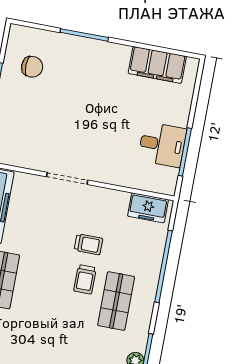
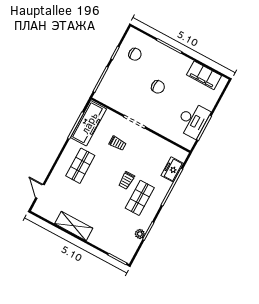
chair: (87, 108) -> (158, 87), added
desk: (162, 145) -> (193, 120), width x1.37
freezer: (148, 208) -> (172, 169), moved, turned 90
trolley: (88, 244) -> (118, 143), moved

